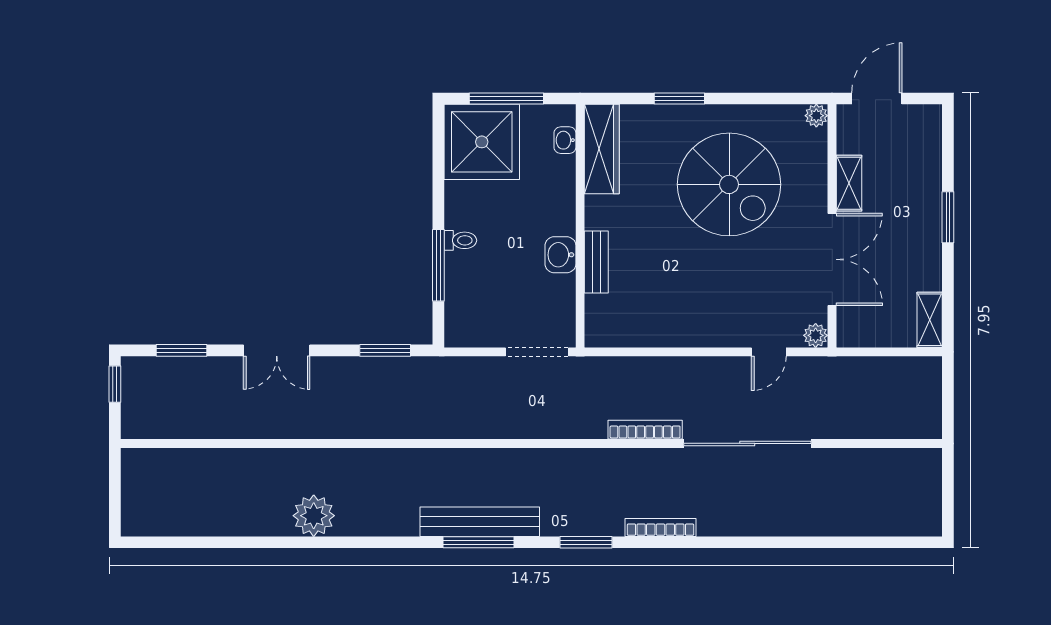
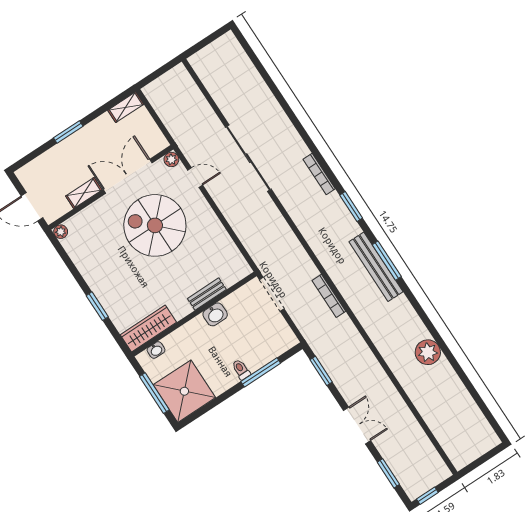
spiral stairs: (729, 184) -> (155, 225), moved, turned -90
bookcase: (645, 430) -> (329, 296), moved

